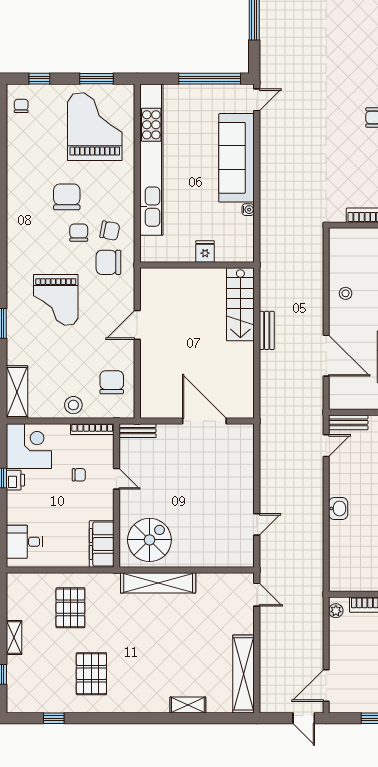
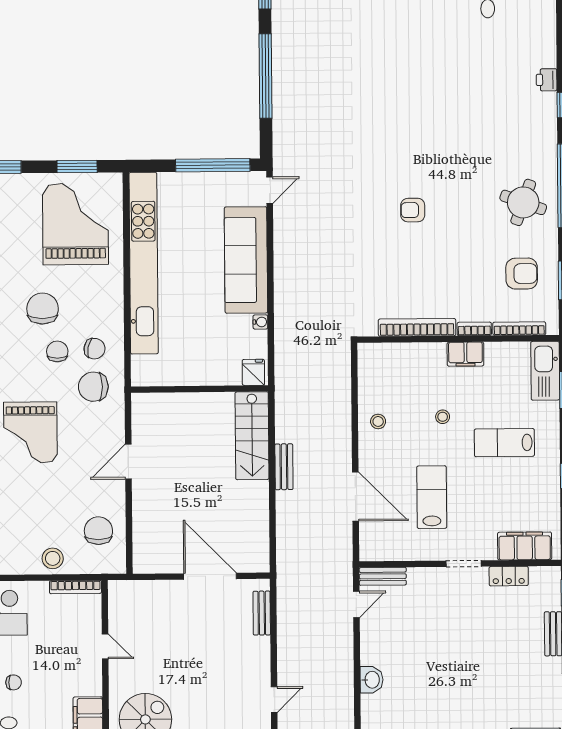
fridge: (205, 251) -> (253, 372), moved
bench: (137, 431) -> (262, 613), moved, turned 90
chair: (79, 475) -> (14, 682), moved

